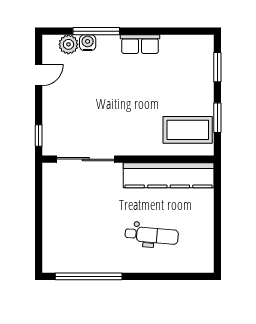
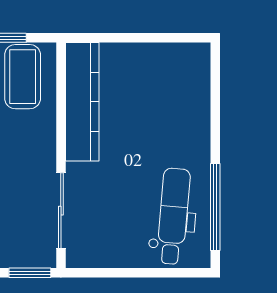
window: (39, 135) -> (30, 273), width x1.50
dental chair: (152, 235) -> (173, 216), moved, width x1.36, depth x1.38

